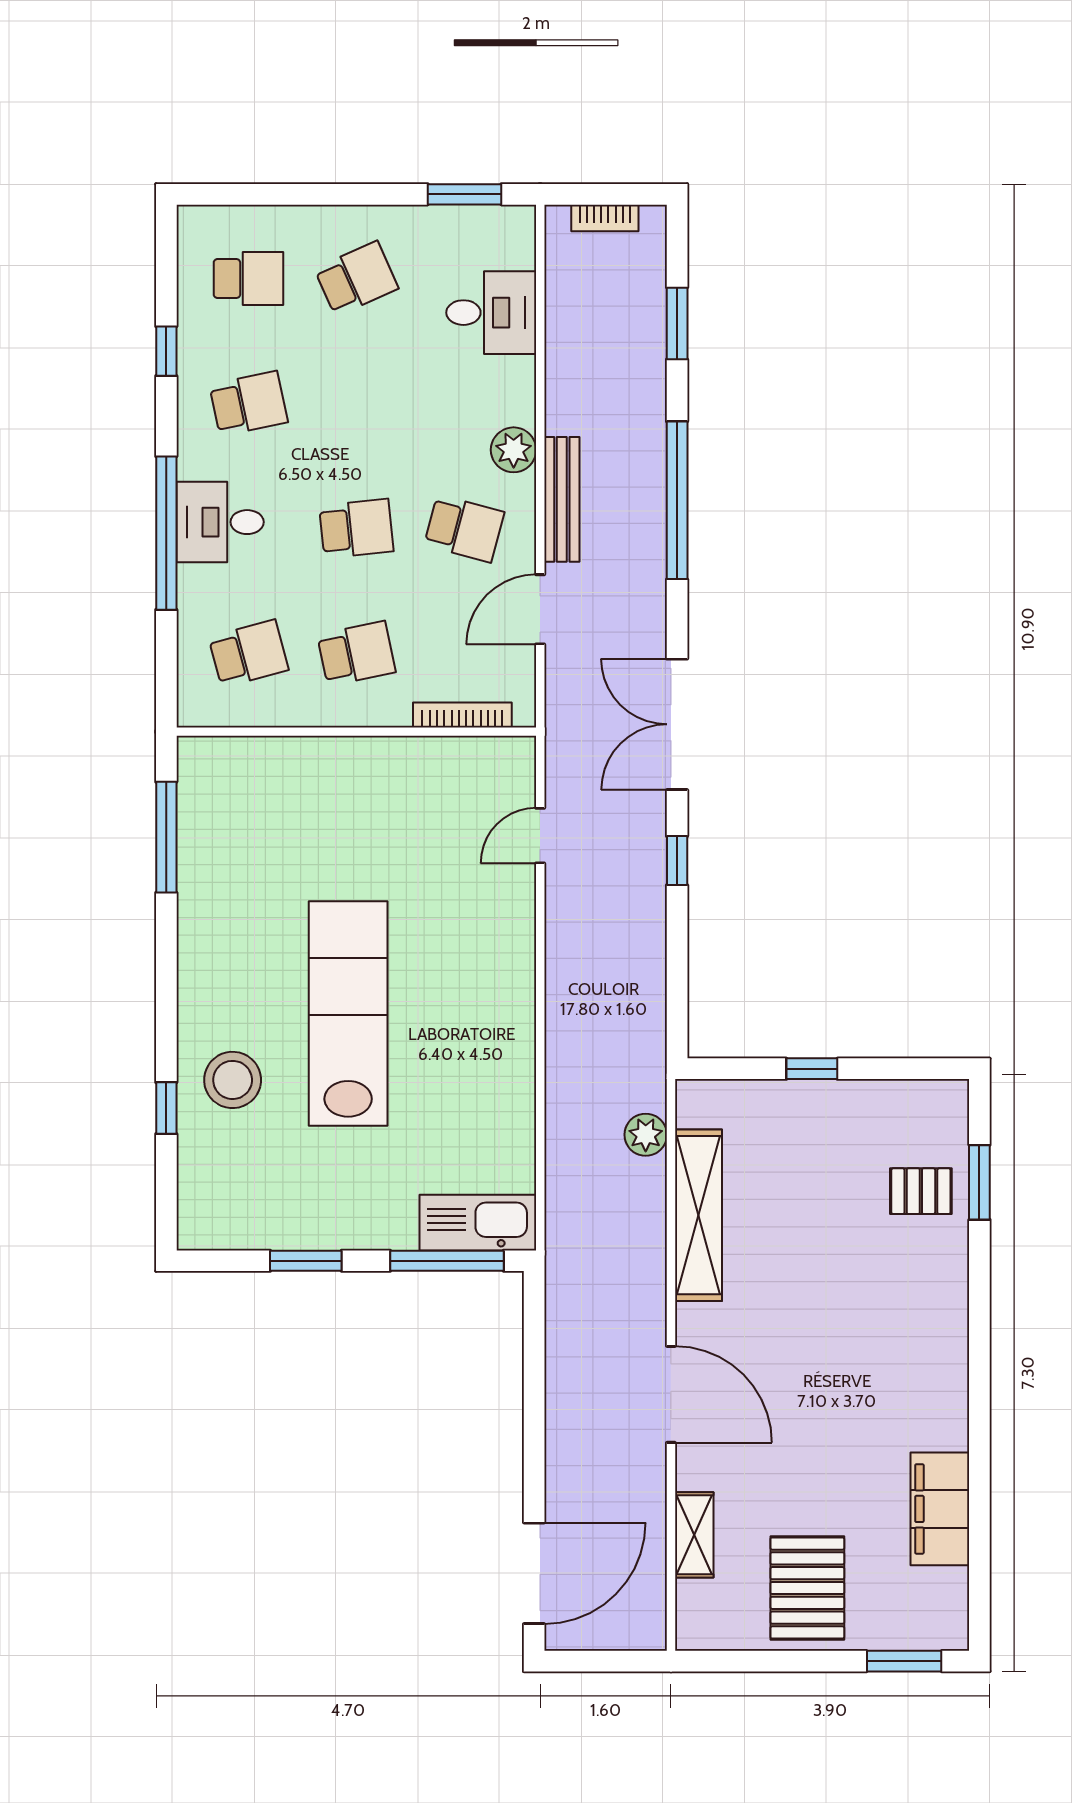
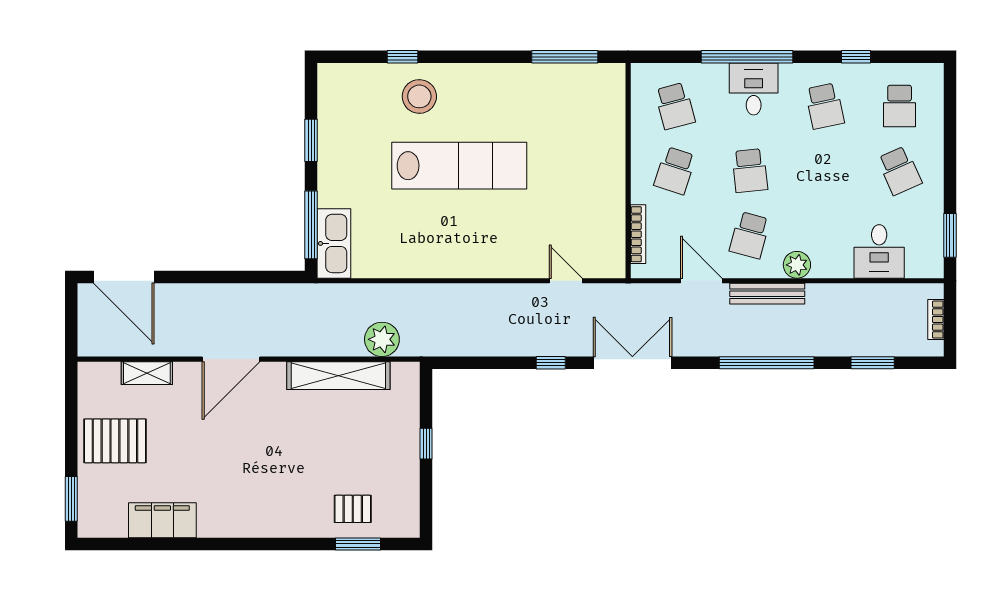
school desk: (356, 654) -> (675, 171), turned 30
plant: (646, 1135) -> (382, 339), width x1.36, depth x1.36
pallet: (921, 1191) -> (353, 509), turned 90

